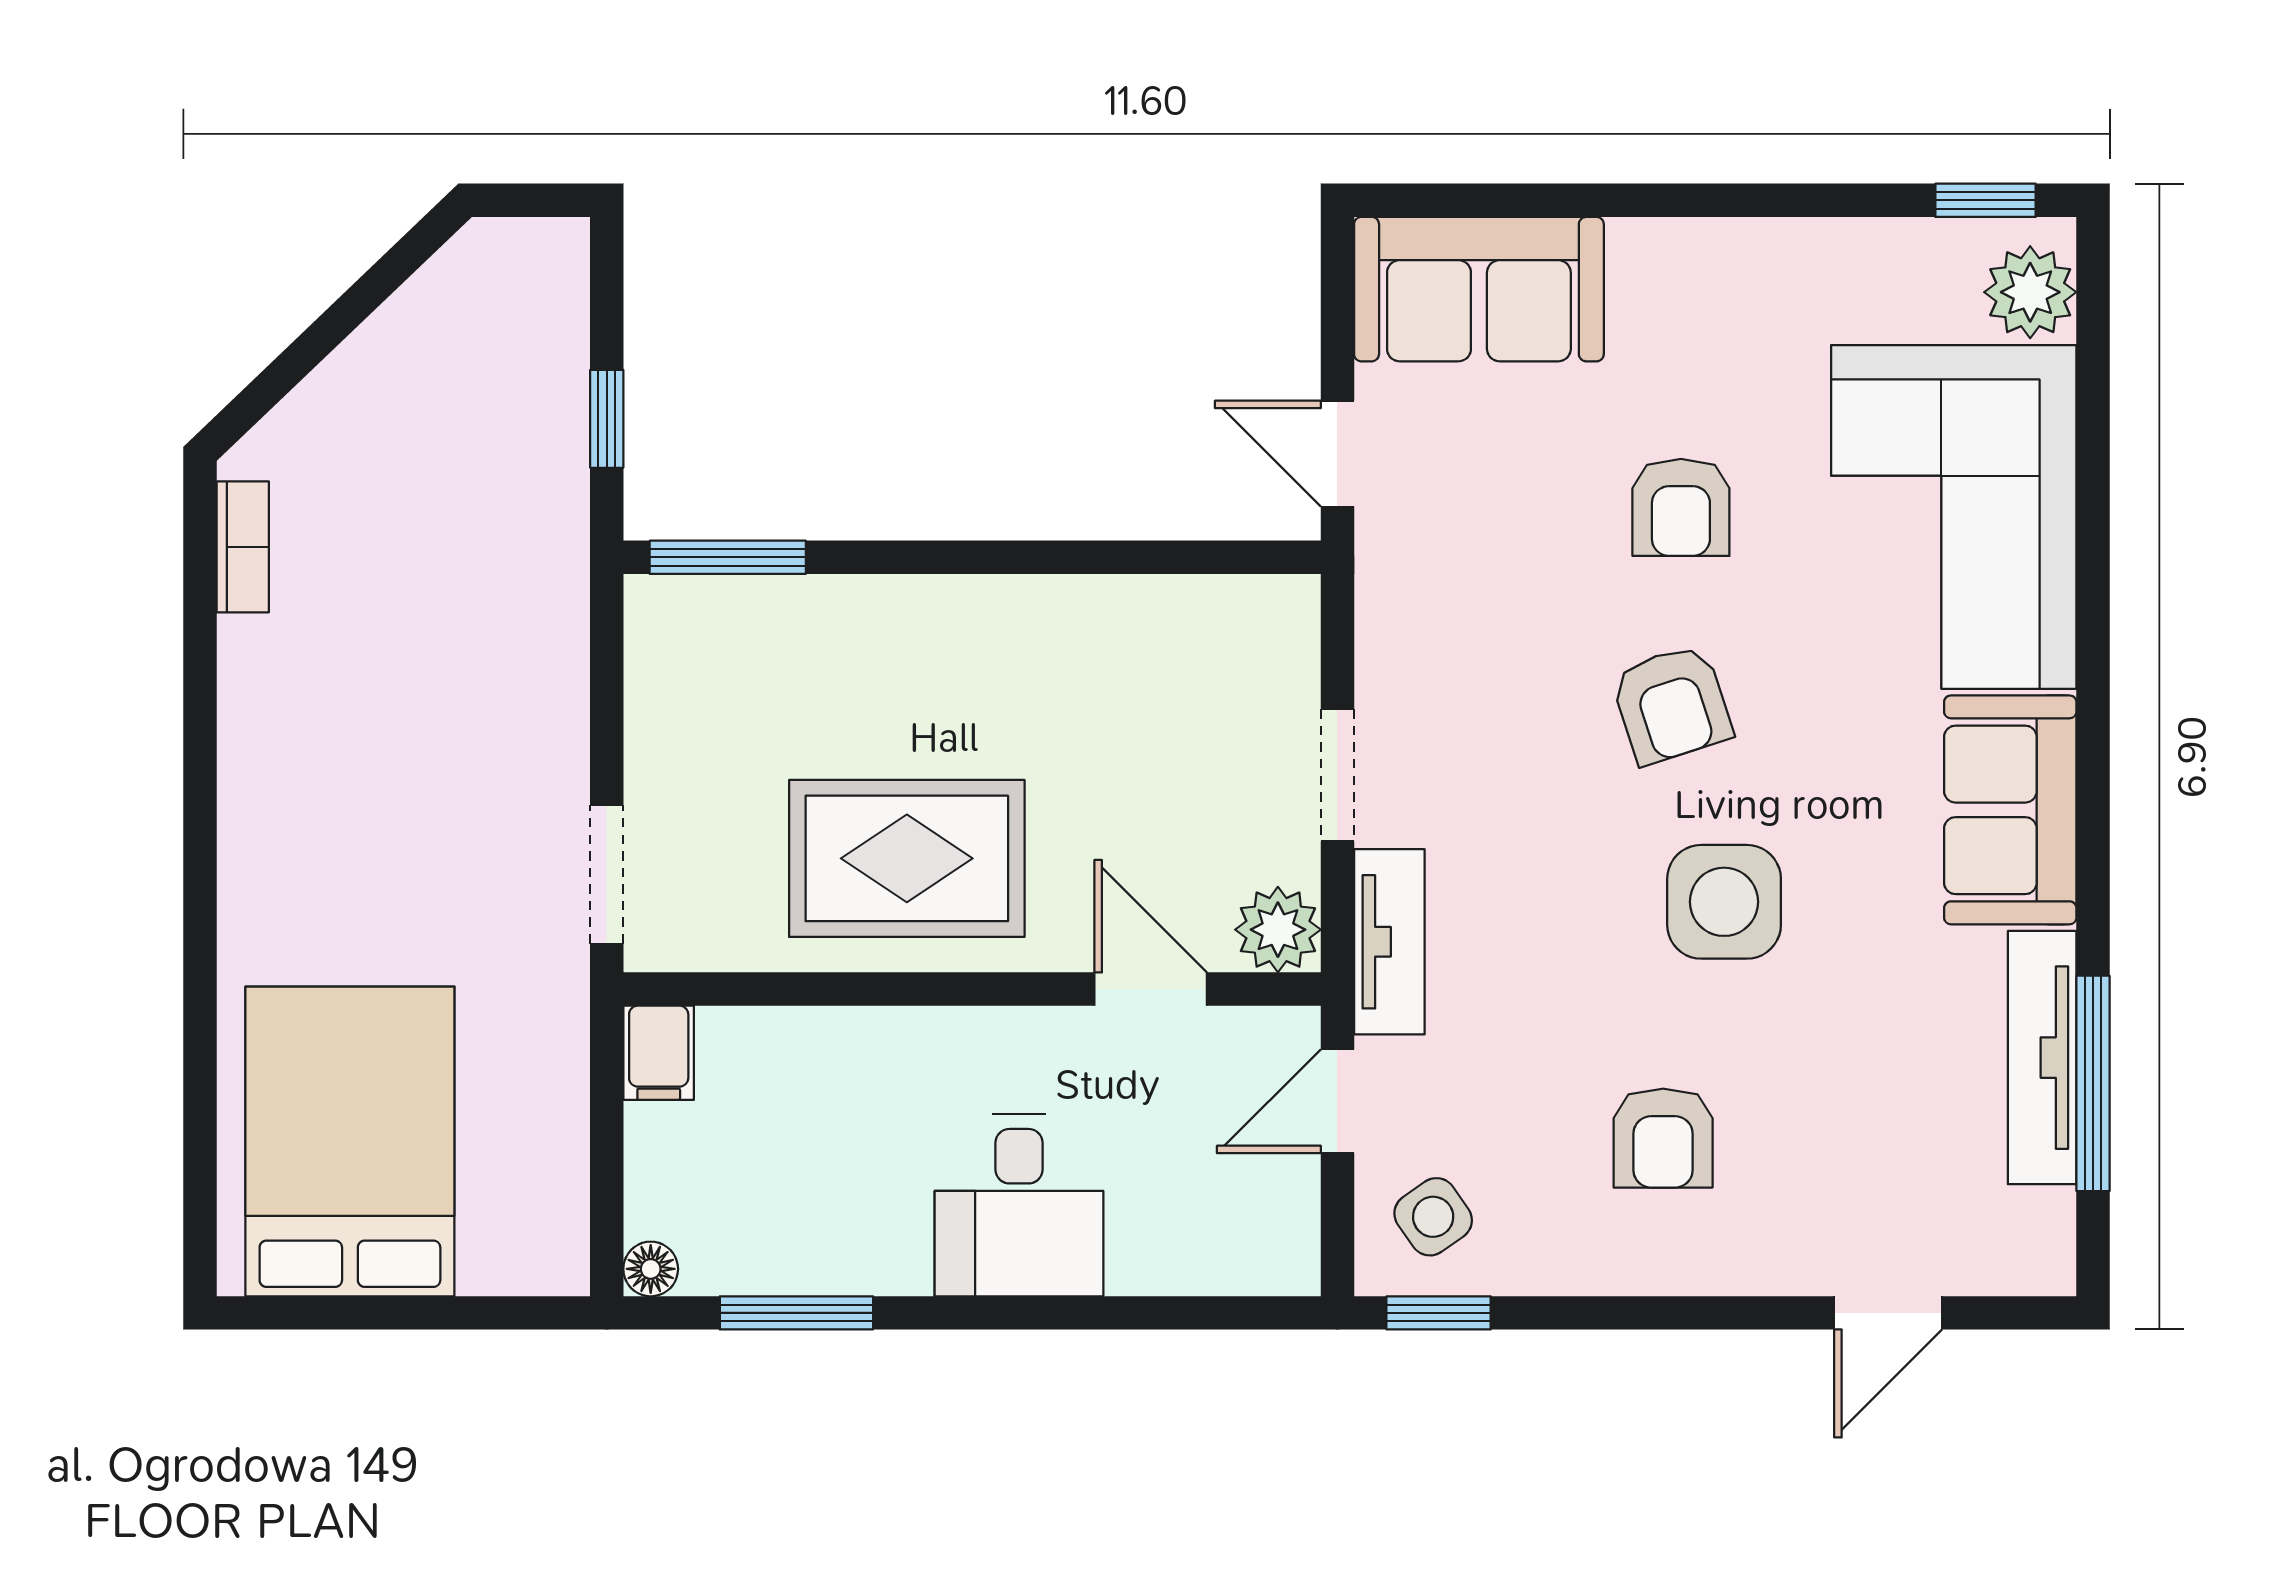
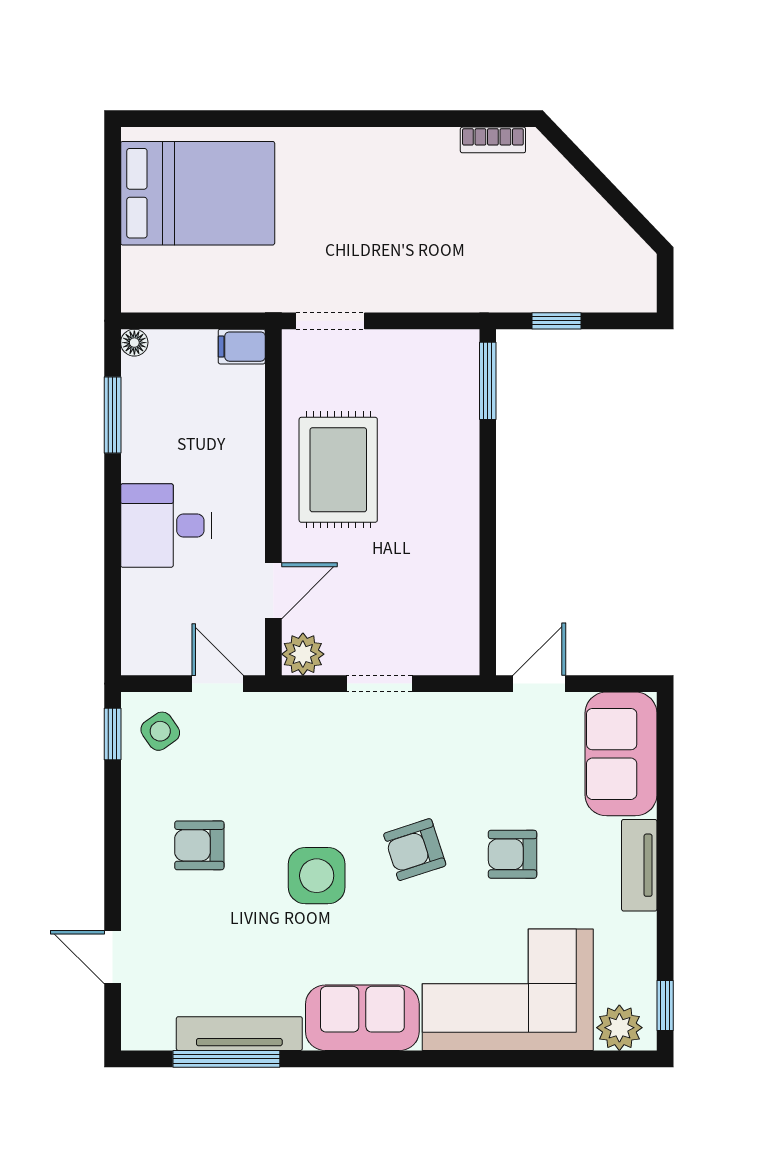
tv unit: (1389, 942) -> (639, 865), moved, turned 90

